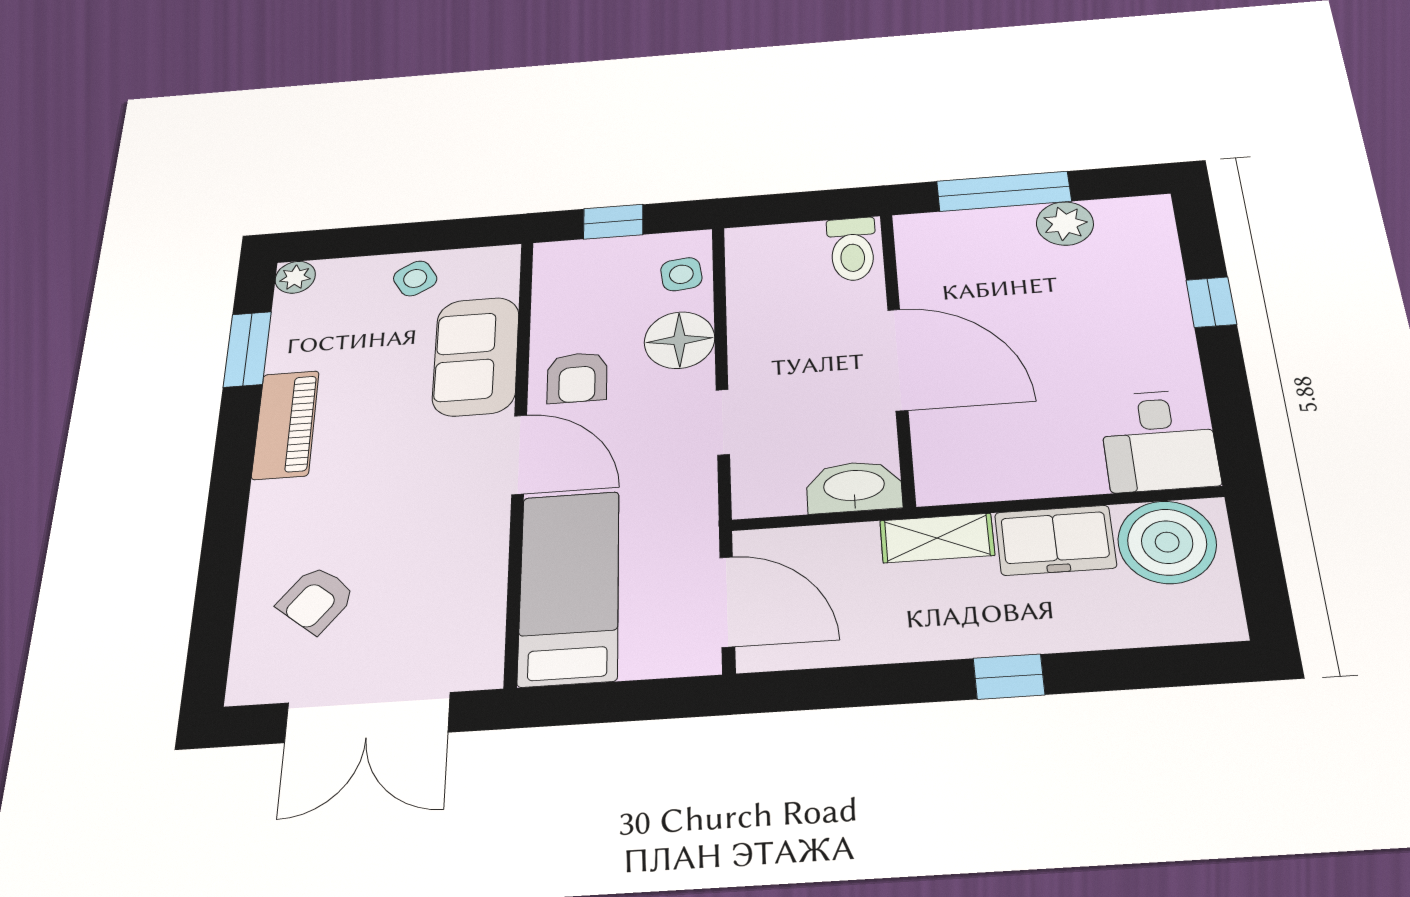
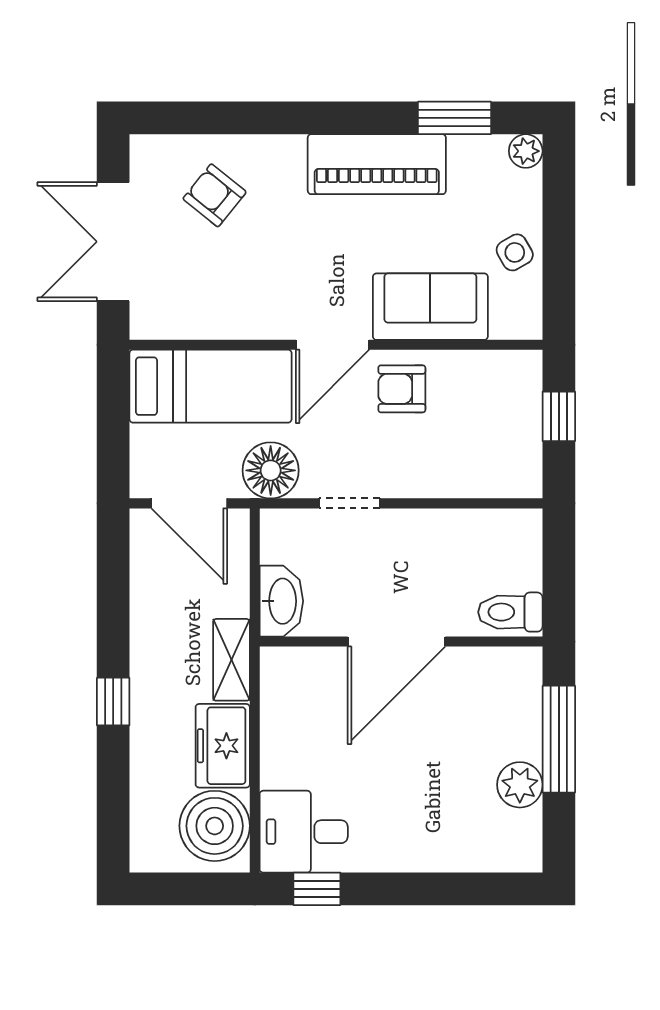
side table: (681, 274) -> (498, 473), removed
window: (1211, 302) -> (317, 889), moved
floor lamp: (679, 340) -> (271, 470), moved
piano: (286, 425) -> (377, 164), width x1.37, depth x1.33
door: (727, 602) -> (189, 503), hinge flipped

